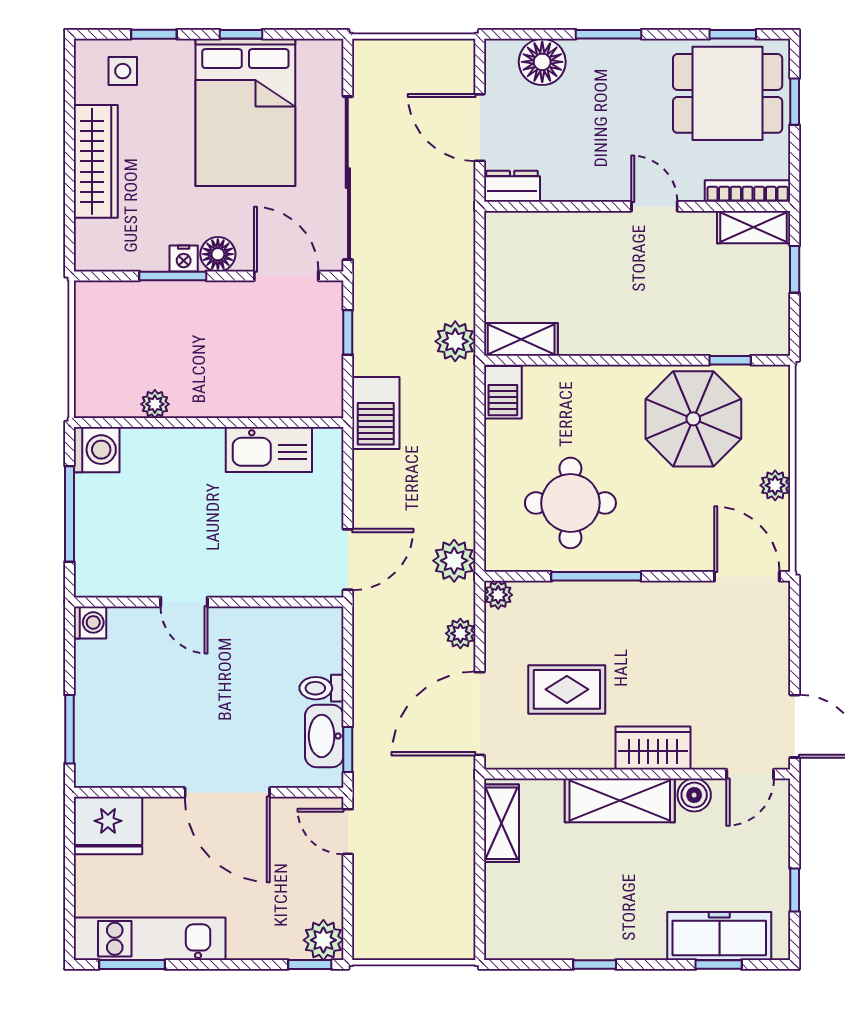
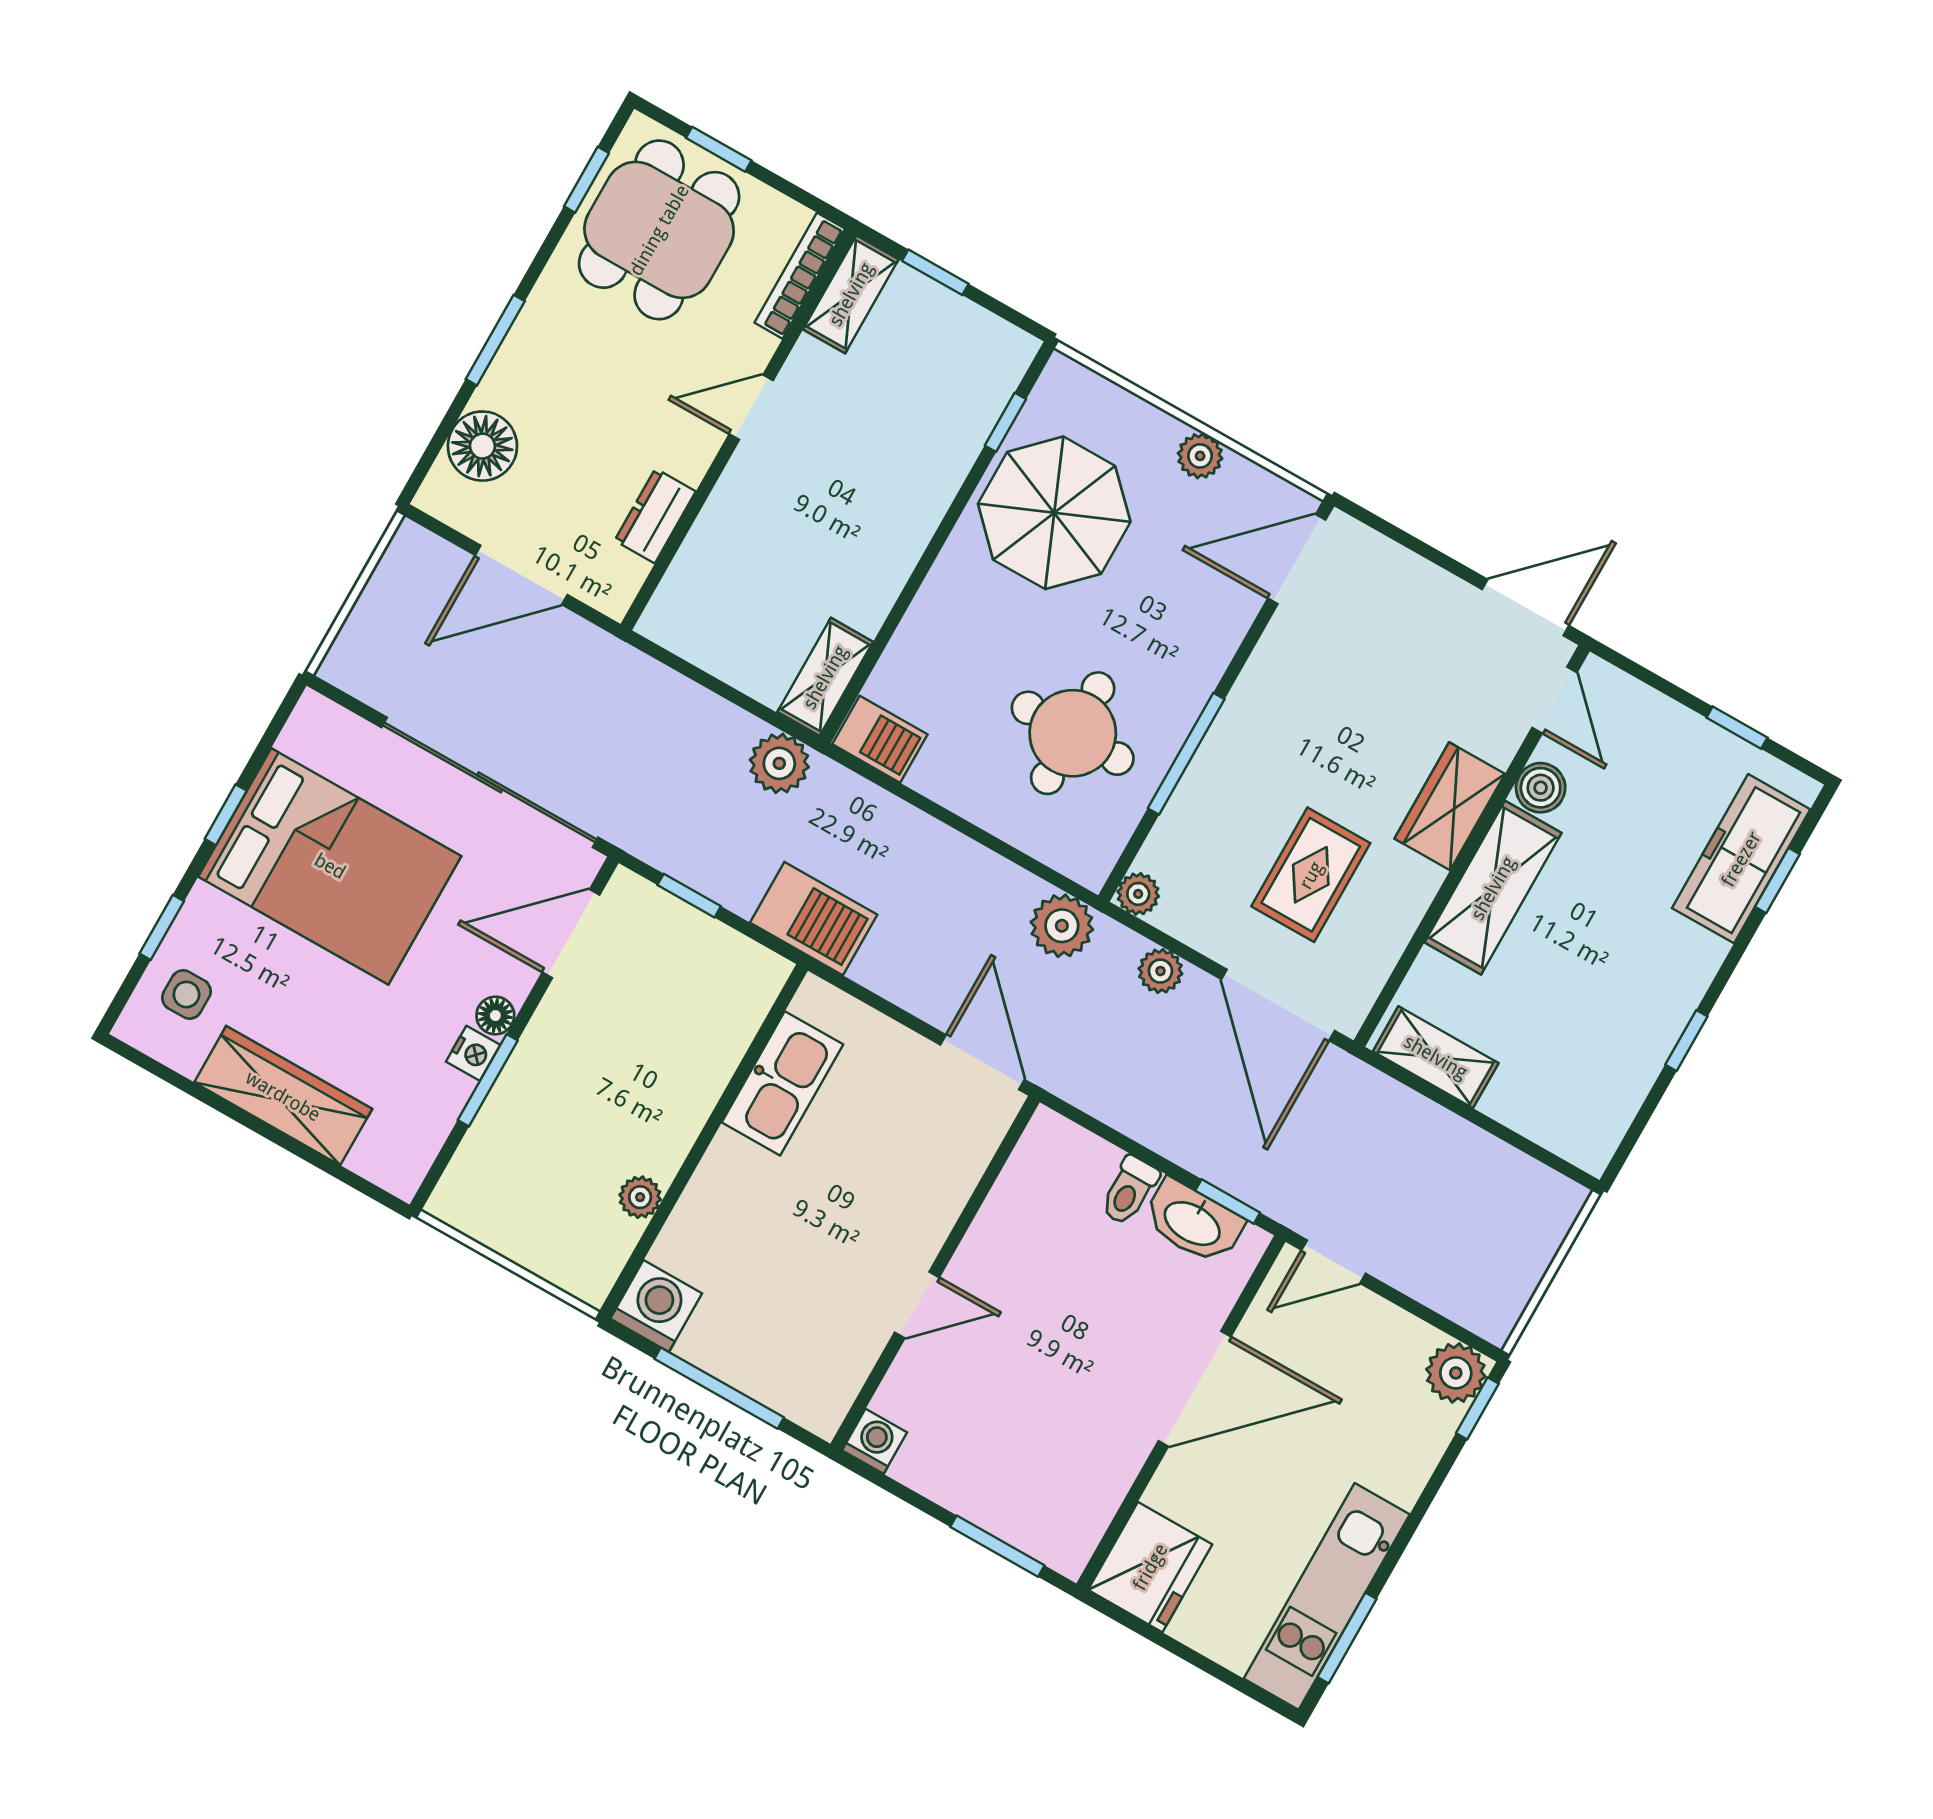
dresser: (512, 186) -> (655, 516), moved
floor lamp: (218, 254) -> (495, 1016), width x0.73, depth x0.73

